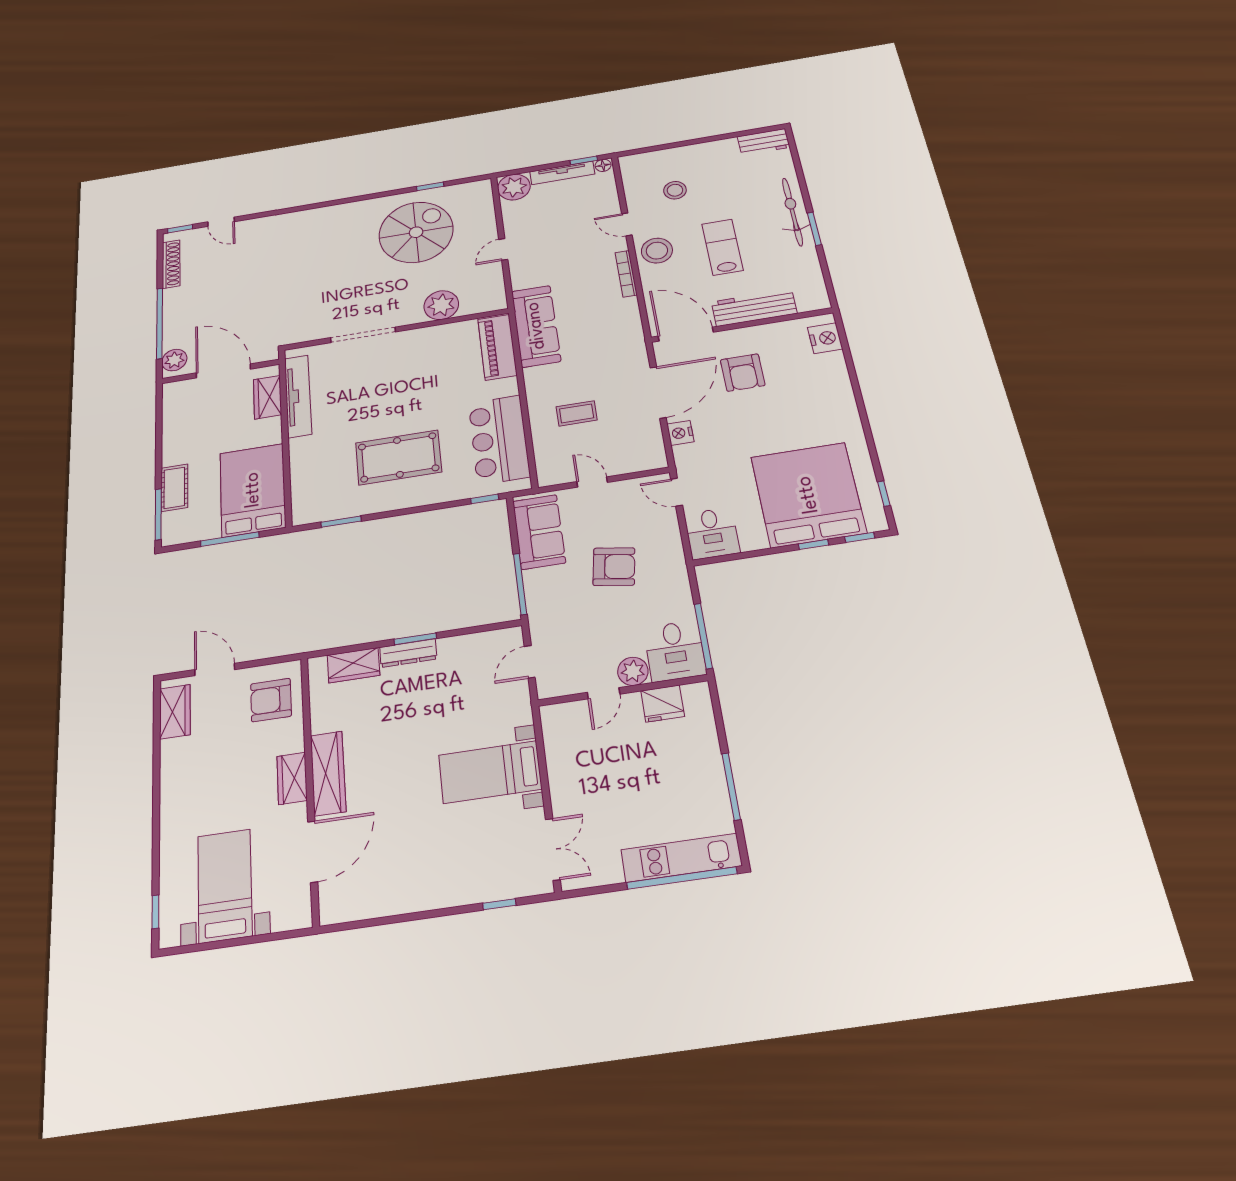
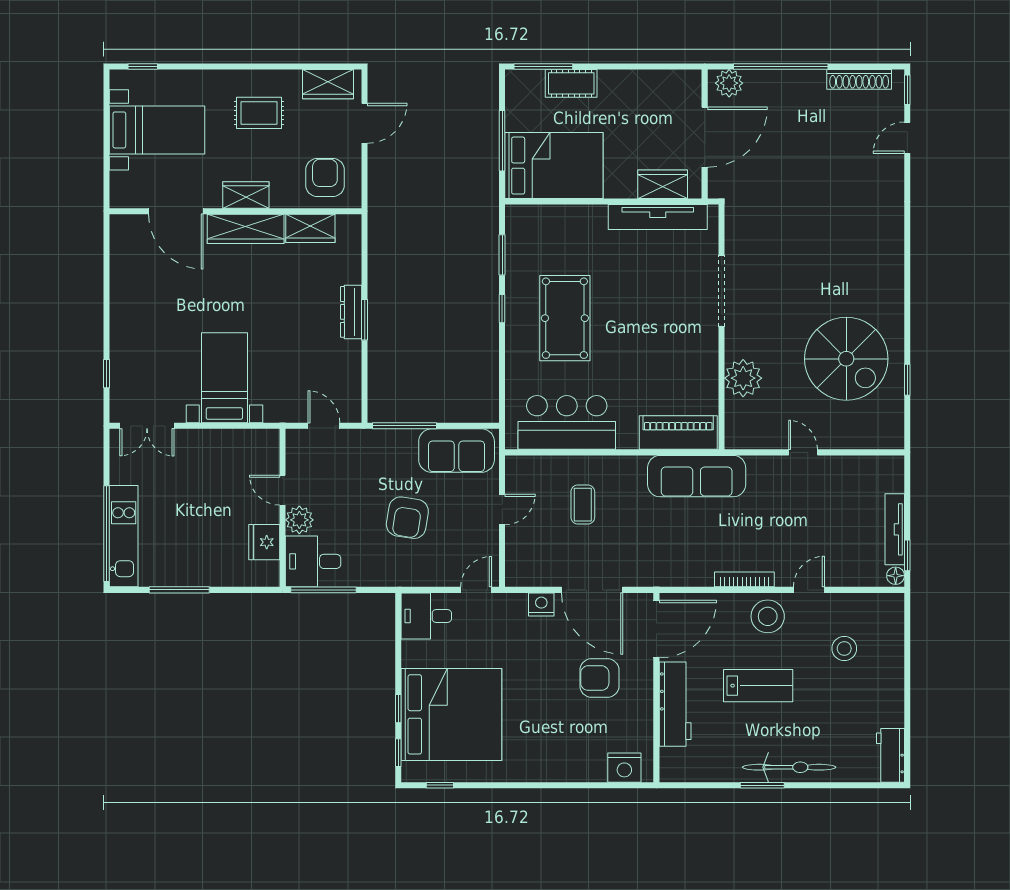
plant: (514, 187) -> (886, 473), removed
window: (485, 499) -> (502, 309), moved
wardrobe: (353, 665) -> (310, 228), moved, turned -90
rug: (205, 778) -> (259, 113), added

